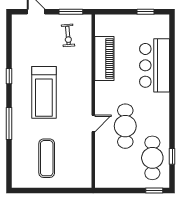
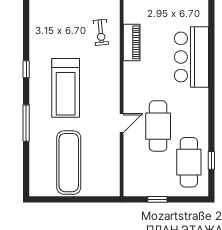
exercise bike: (68, 35) -> (101, 32), moved
piano: (104, 58) -> (132, 42), width x0.73, depth x0.75
exercise mat: (47, 158) -> (69, 163), width x1.36, depth x1.45
window: (154, 191) -> (157, 199), moved

